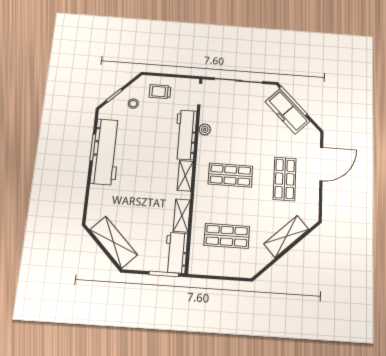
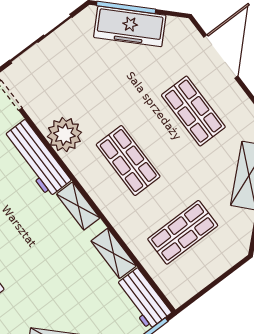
plant: (205, 129) -> (64, 135), width x1.87, depth x1.87
shop shelf: (230, 175) -> (128, 161), turned 90

